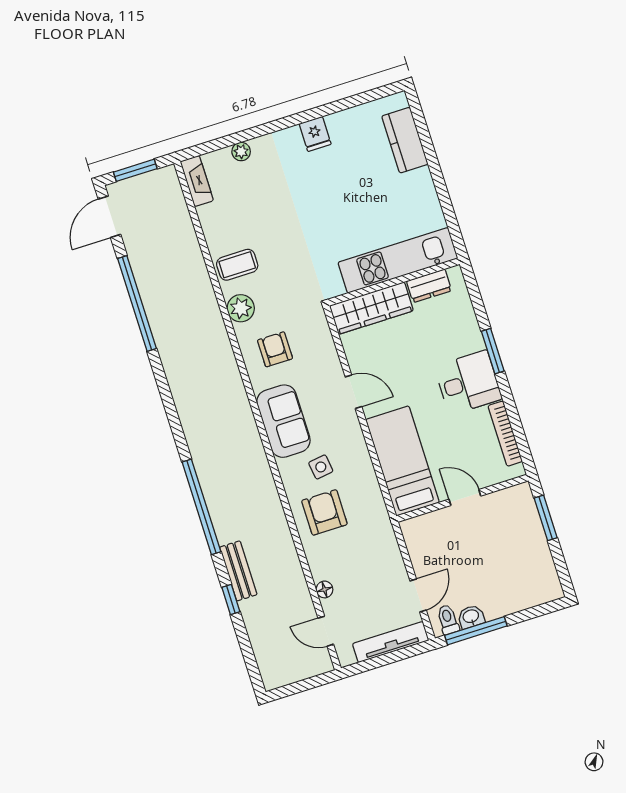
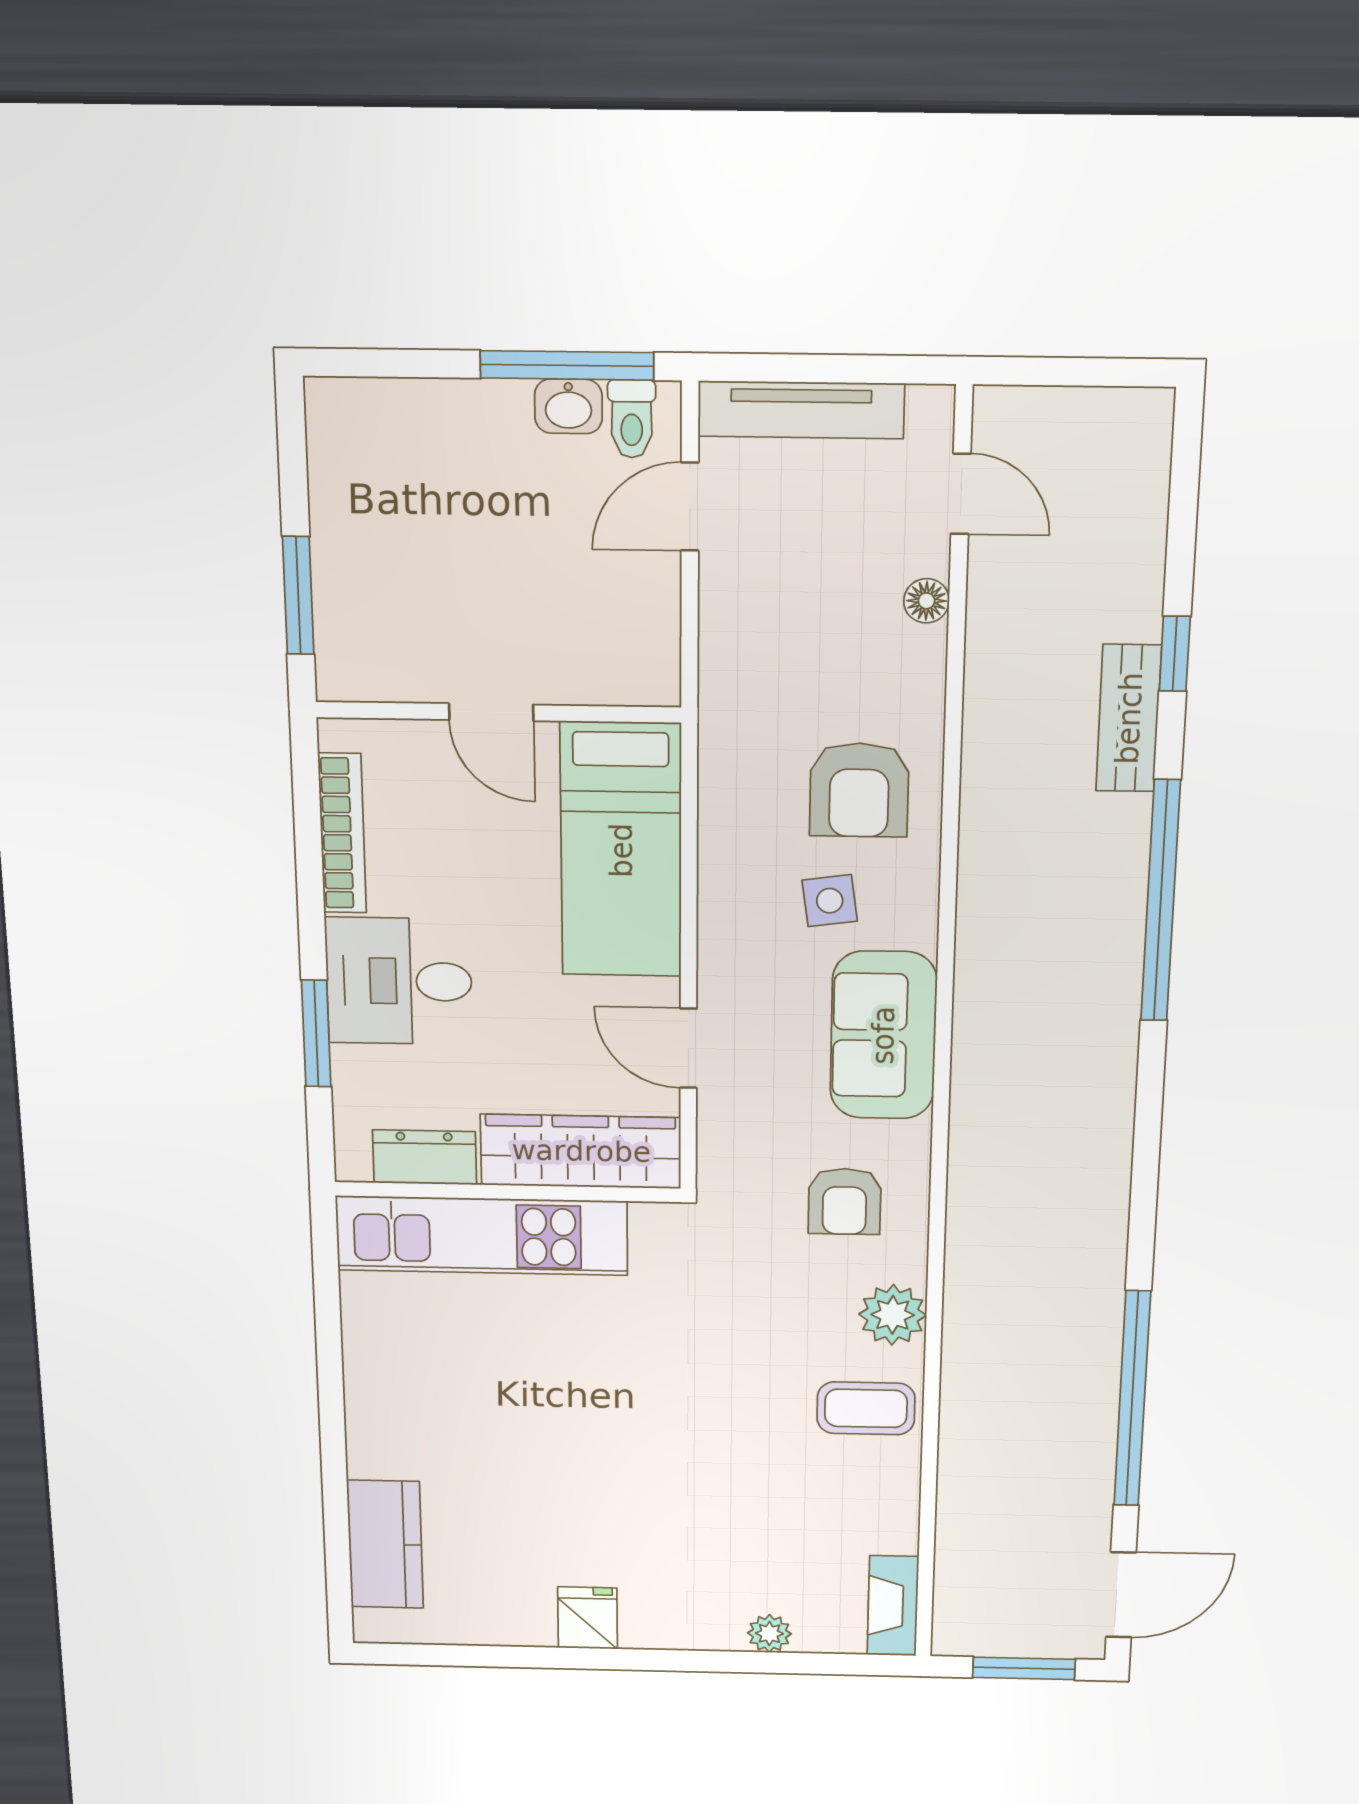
kitchen unit: (398, 260) -> (482, 1236), moved
wall: (394, 282) -> (508, 1192), moved
dresser: (429, 286) -> (425, 1157), moved
wardrobe: (371, 308) -> (581, 1151), moved

